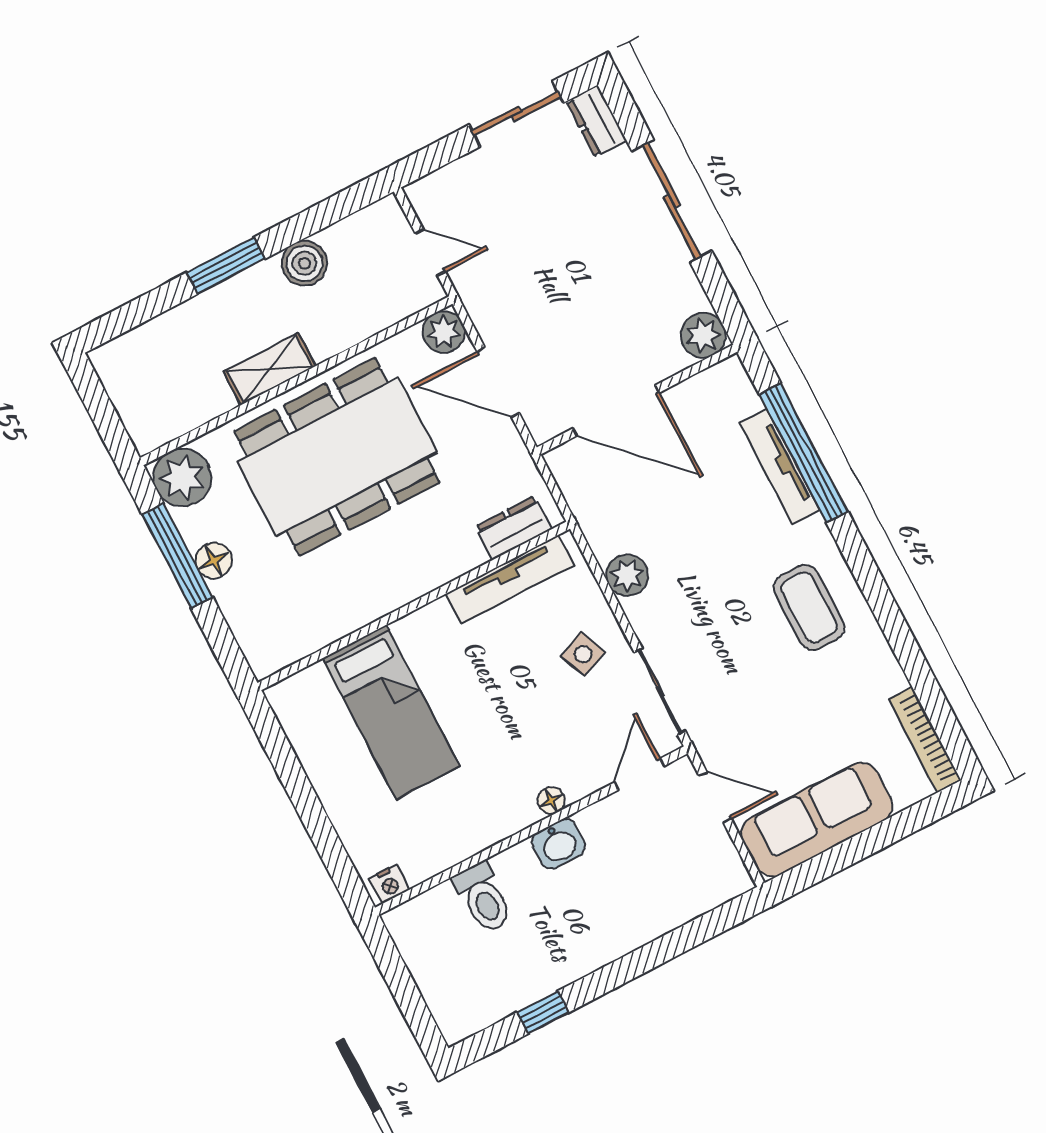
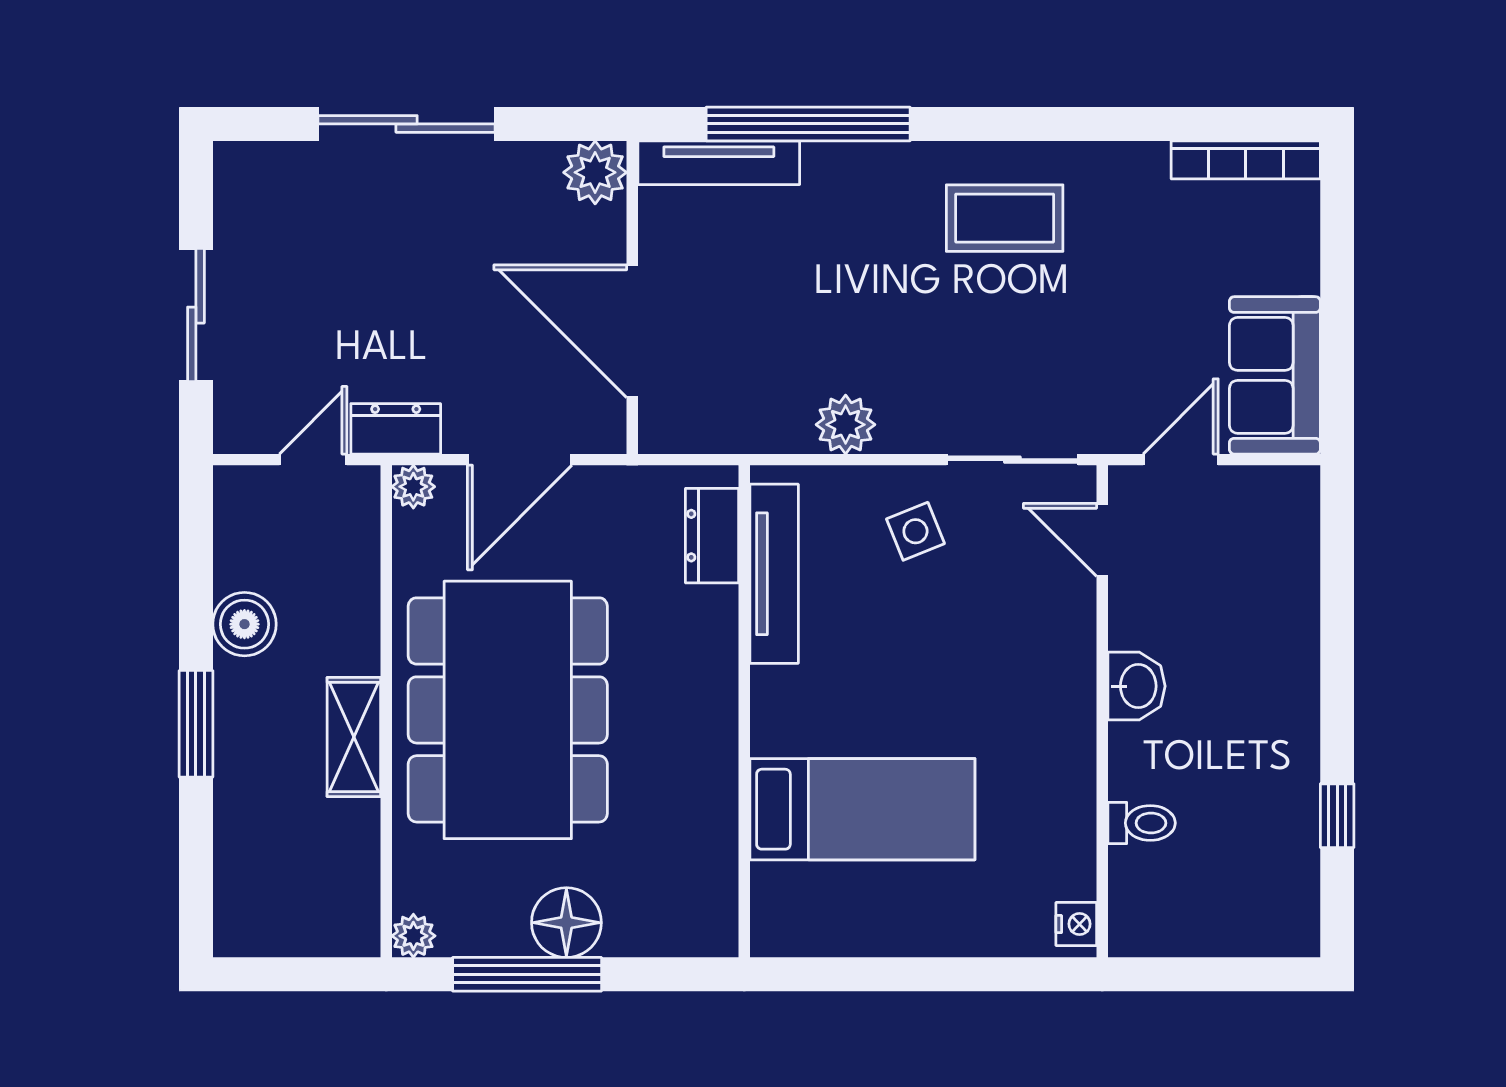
sliding door: (516, 114) -> (196, 315), moved
dresser: (596, 121) -> (396, 429), moved, turned 180
plant: (444, 332) -> (413, 487), width x0.73, depth x0.73
door: (616, 411) -> (632, 331), swing flipped
tv unit: (780, 466) -> (719, 163), moved
plant: (182, 477) -> (413, 936), width x0.53, depth x0.53
floor lamp: (214, 561) -> (566, 923), width x1.38, depth x1.38
floor lamp: (551, 801) -> (1078, 667), removed
sofa: (817, 819) -> (1275, 375), width x0.73
toilet: (483, 898) -> (1142, 823), width x0.73, depth x0.72

